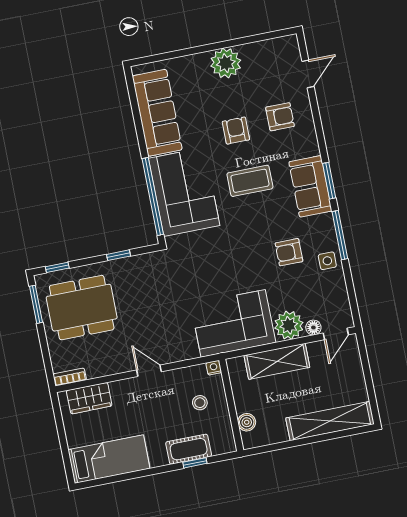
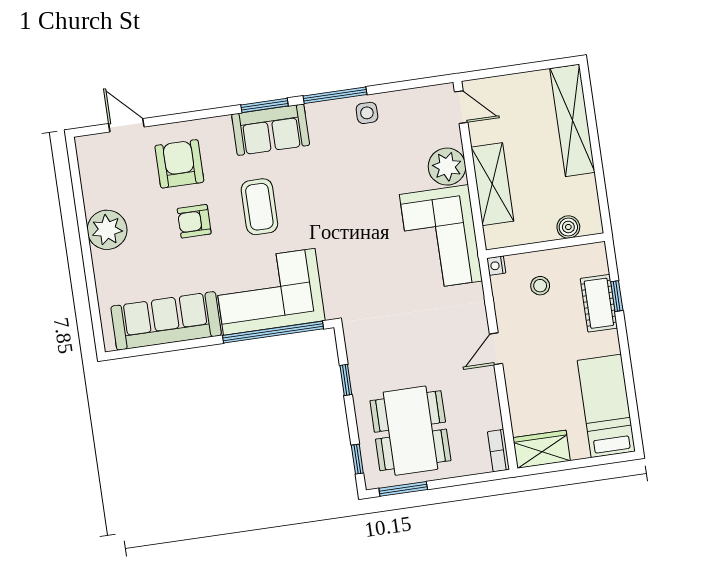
armchair: (280, 117) -> (179, 164), width x1.38, depth x1.38
armchair: (289, 252) -> (353, 161), removed
floor lamp: (313, 328) -> (452, 135), removed
wardrobe: (89, 398) -> (542, 449), moved, turned -90

